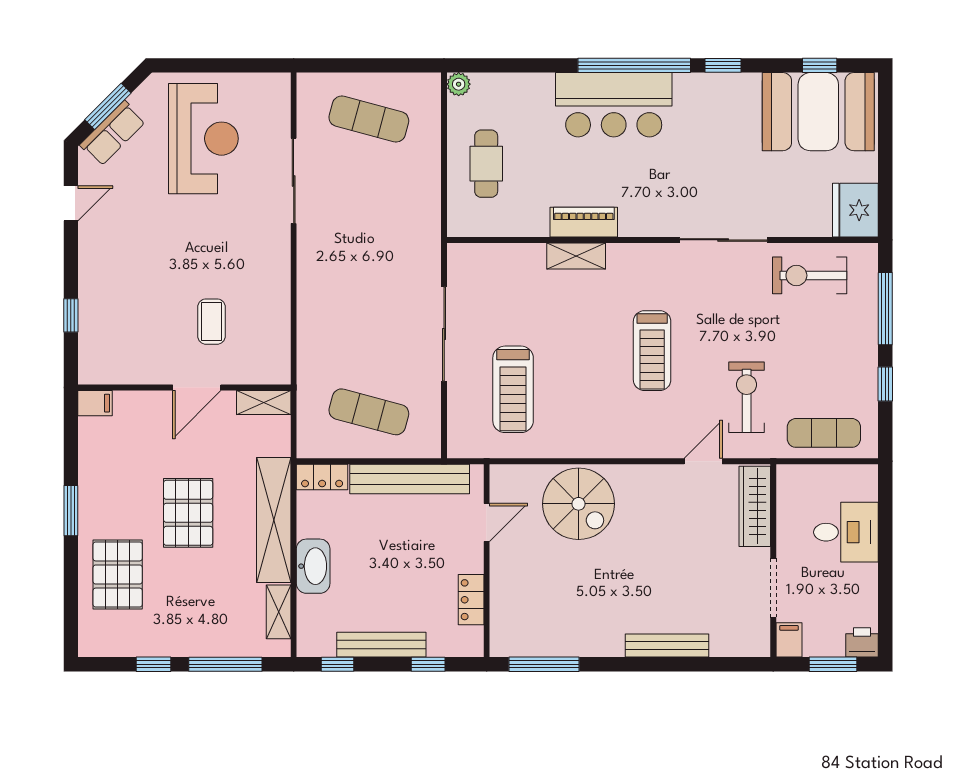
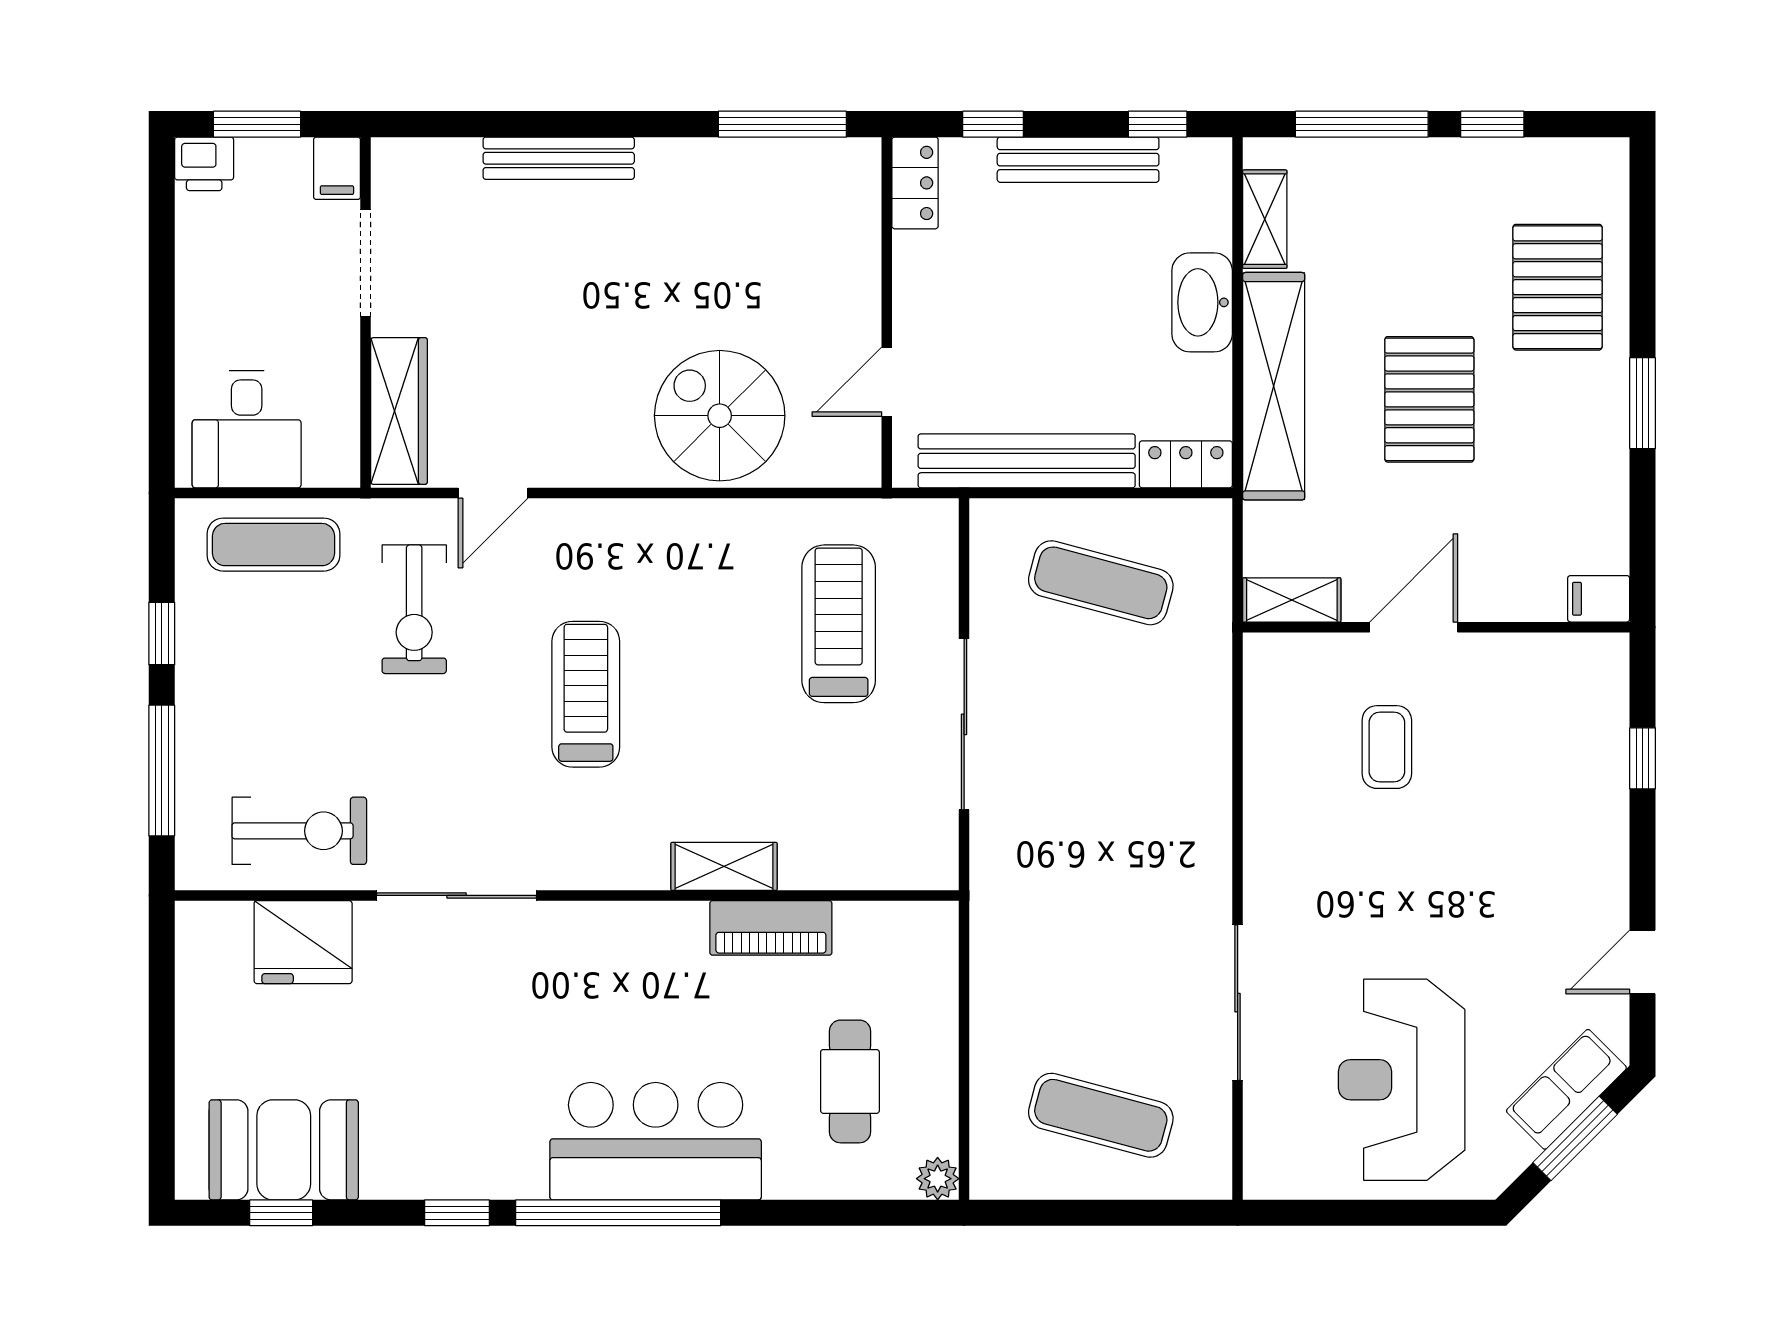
booth: (818, 112) -> (284, 1150), width x0.73, depth x0.70
cafe table: (486, 164) -> (850, 1081), moved
fridge: (855, 210) -> (303, 942), moved, turned 90
piano: (584, 222) -> (771, 928), moved
desk: (846, 532) -> (247, 429), moved, turned -90
locker: (471, 600) -> (915, 183), moved

